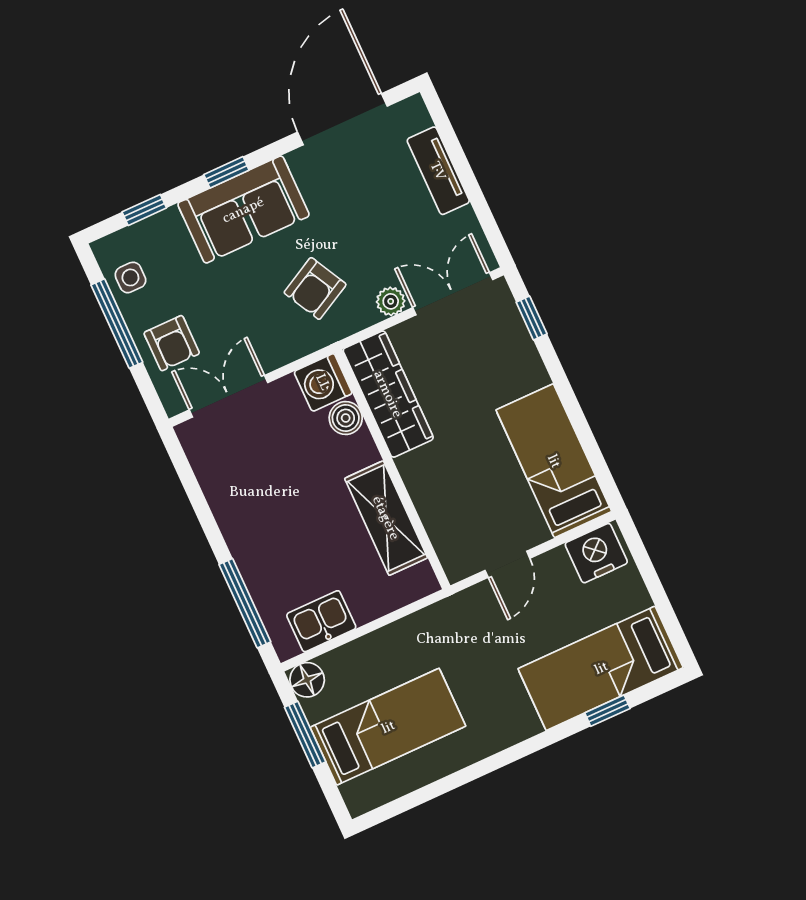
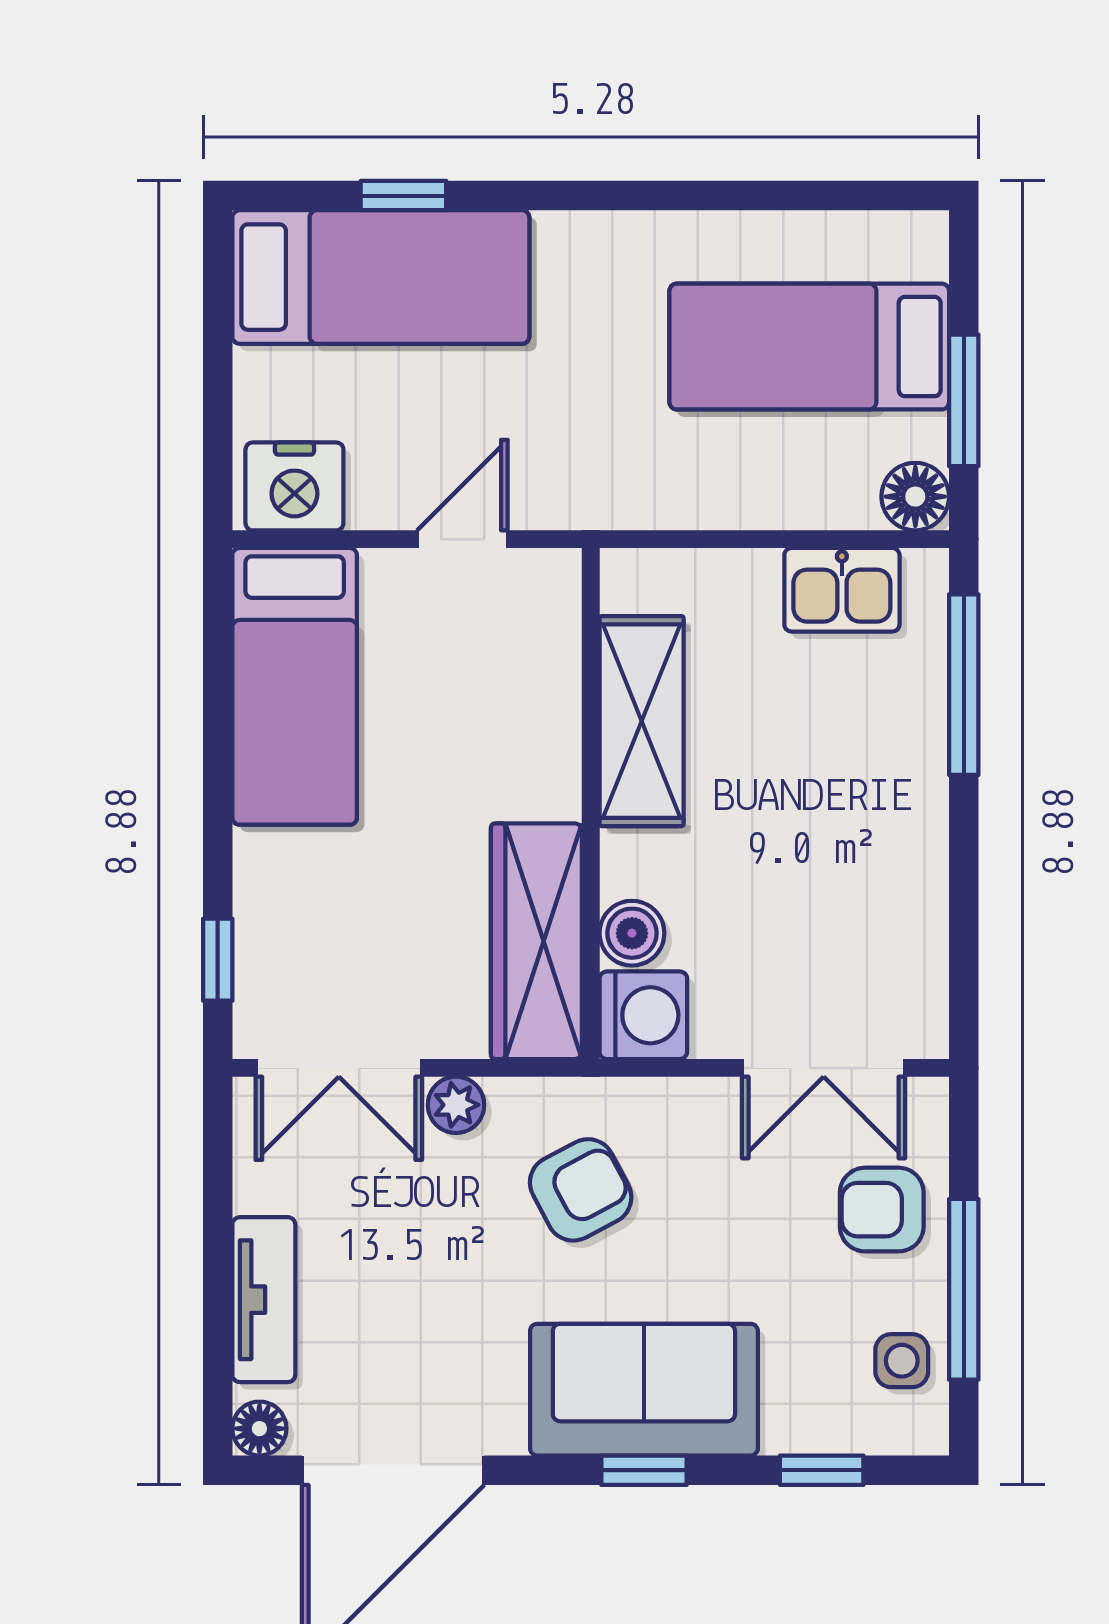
floor lamp: (413, 110) -> (259, 1429), added
armchair: (172, 343) -> (882, 1210), turned -90

